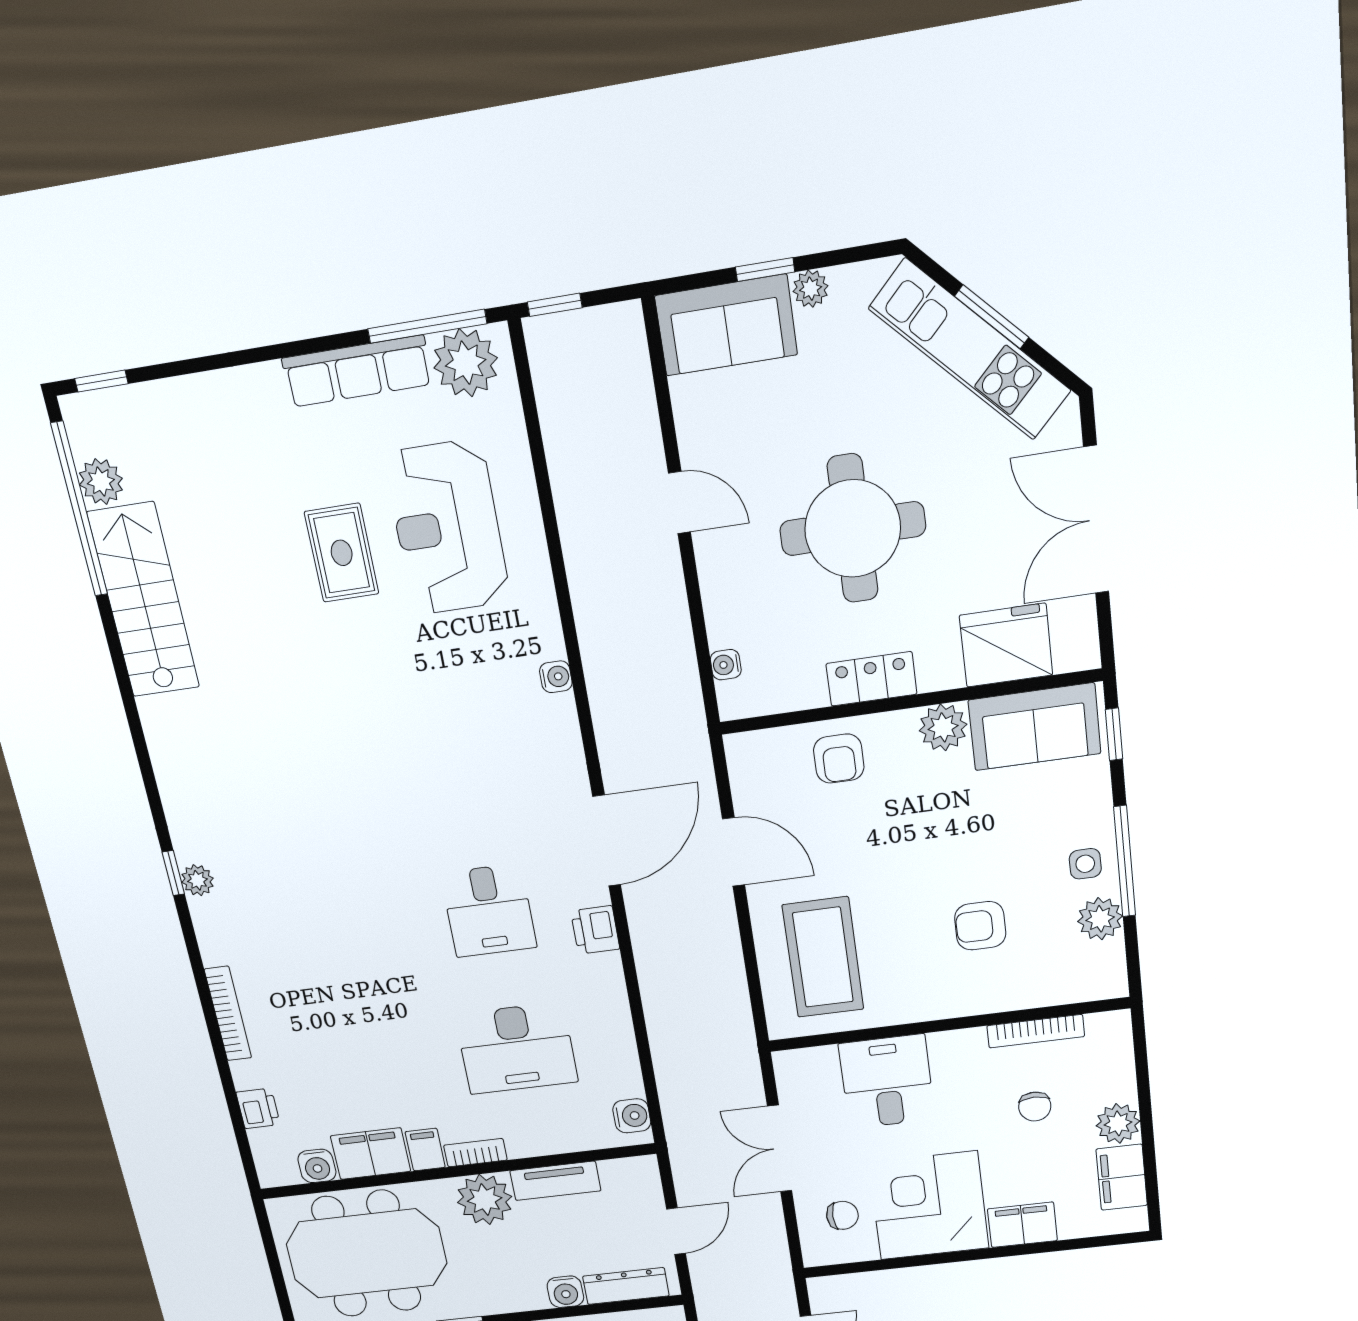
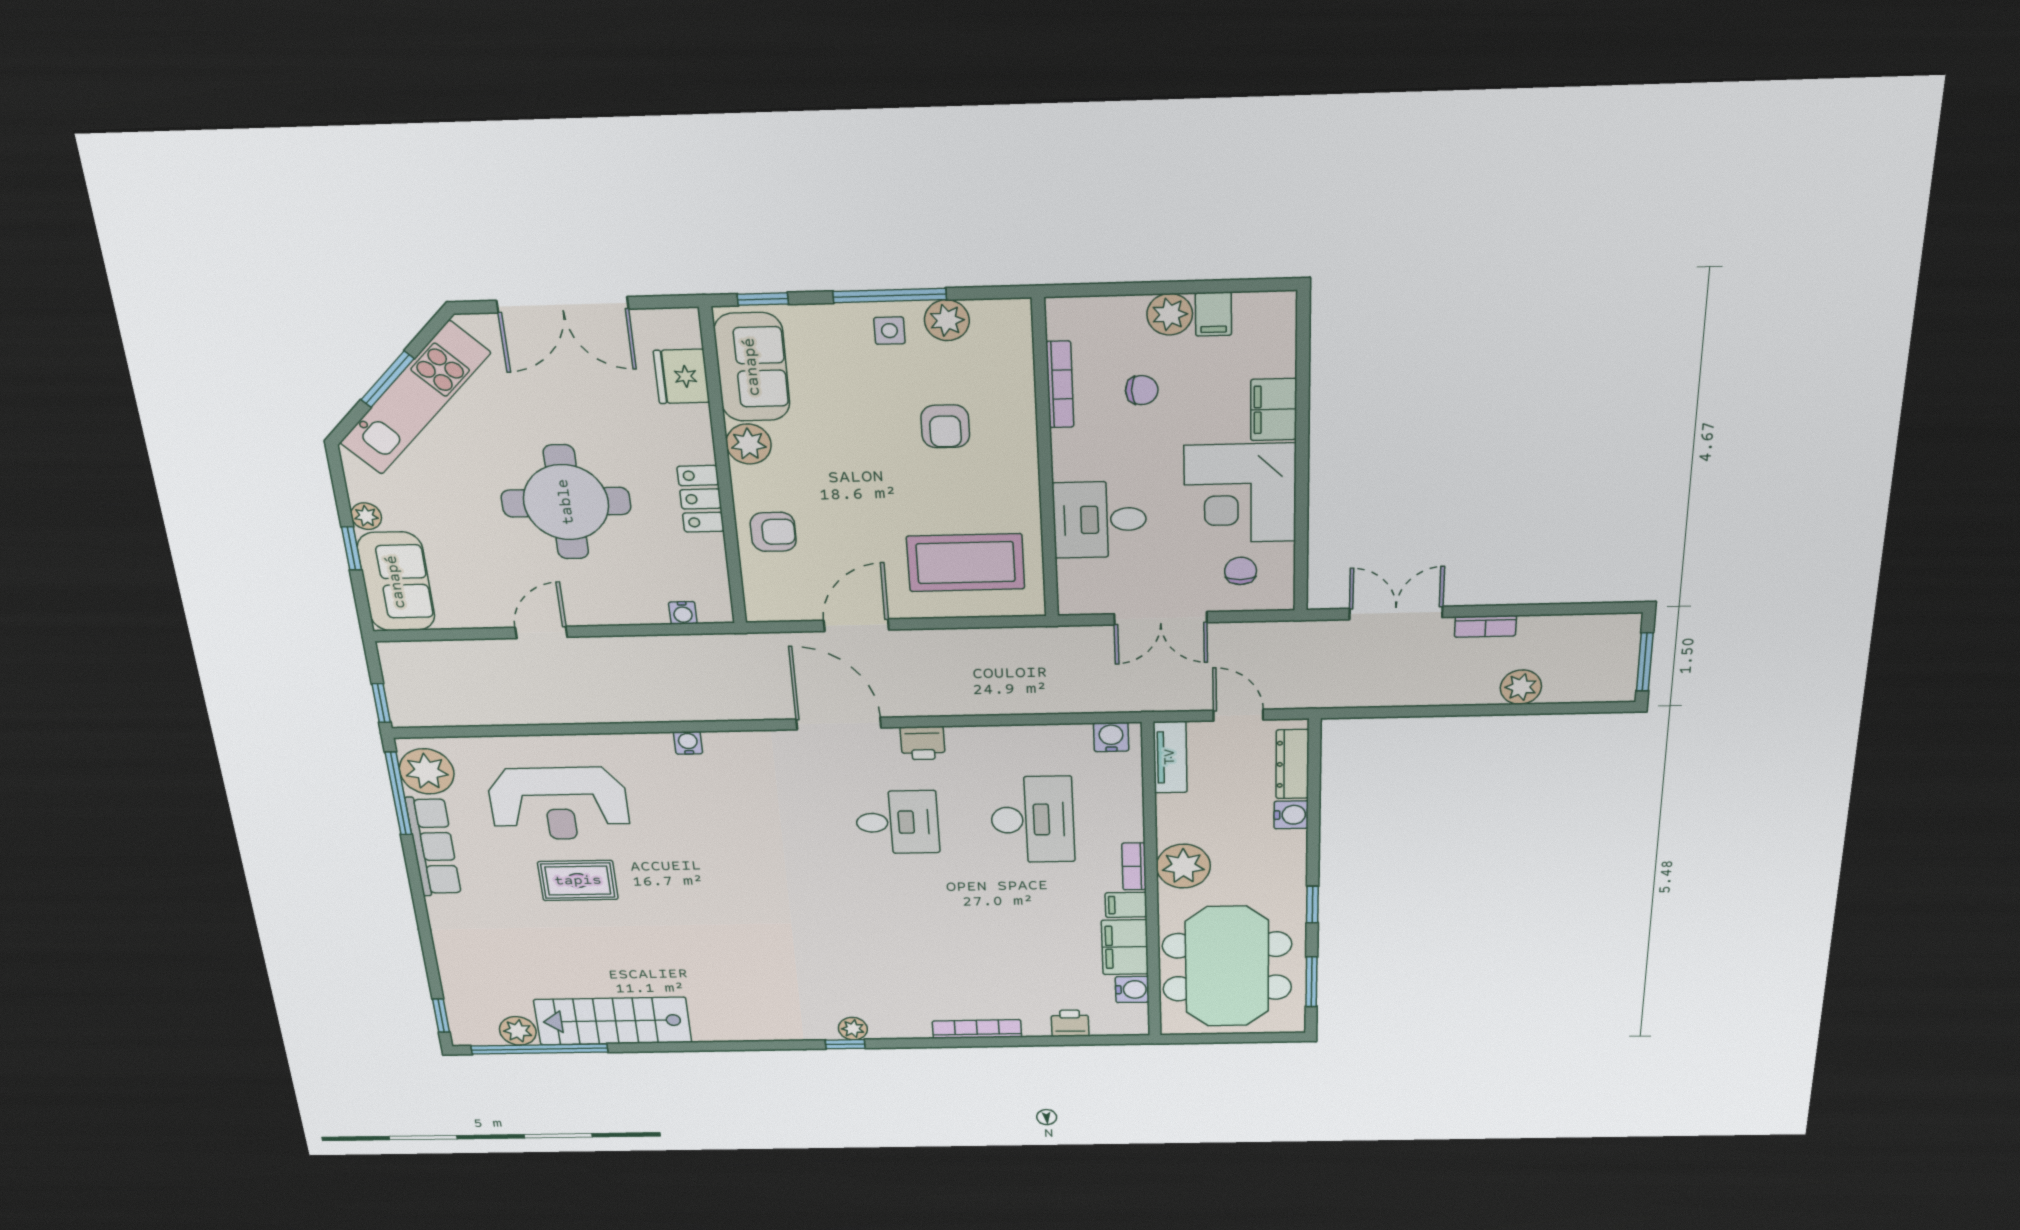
fridge: (1006, 645) -> (682, 376), width x0.73, depth x0.75
filing cabinet: (1122, 1177) -> (1213, 314), width x0.50
tv unit: (555, 1181) -> (1170, 757), moved

